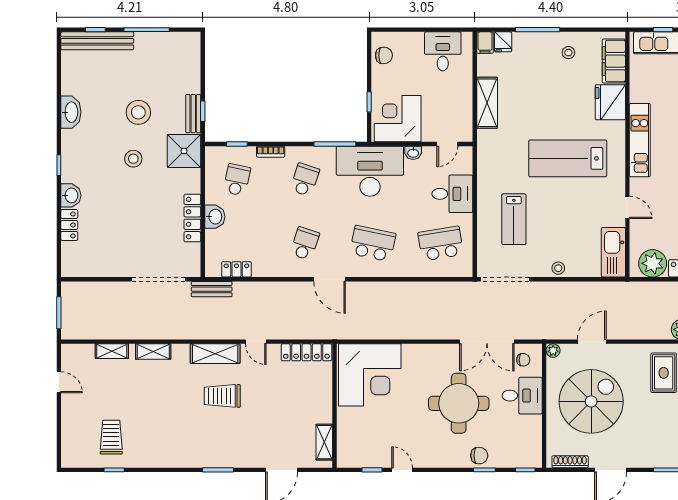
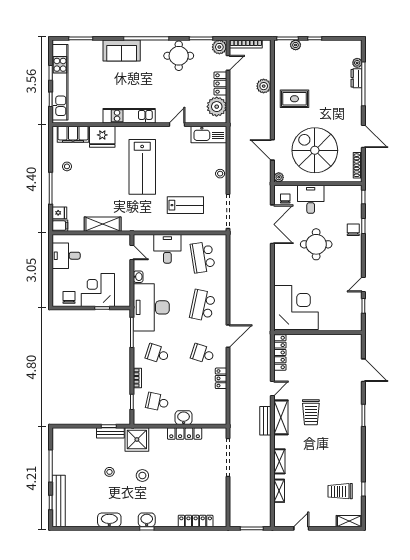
stool: (138, 112) -> (109, 472), width x0.53, depth x0.53
corner desk: (398, 119) -> (98, 290), moved, turned 90
washbasin: (71, 195) -> (147, 520), moved
locker: (69, 225) -> (196, 521), width x1.53
locker: (236, 269) -> (221, 378), moved
bench: (212, 289) -> (265, 421), moved
round table: (459, 403) -> (316, 244), width x0.73, depth x0.73
shelving: (324, 442) -> (349, 521), moved

